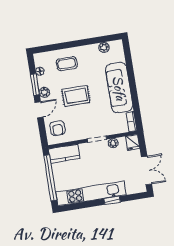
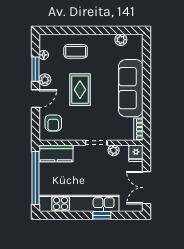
rug: (76, 96) -> (80, 90), turned 90
double door: (147, 170) -> (146, 188), swing flipped

